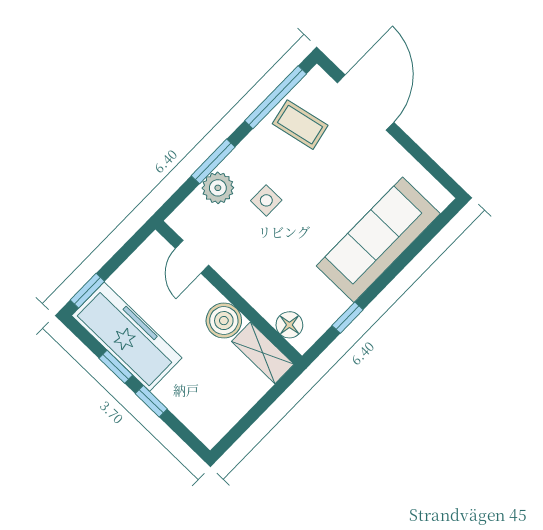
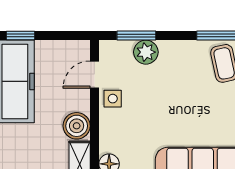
window: (213, 161) -> (136, 35), moved
side table: (266, 200) -> (113, 99), moved

